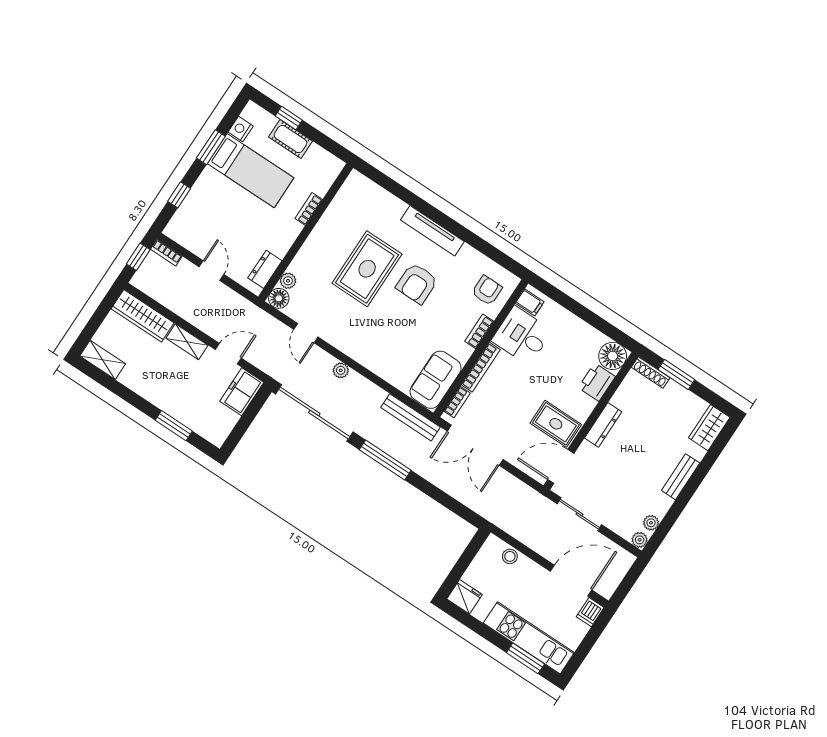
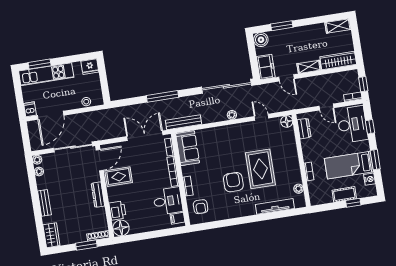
desk: (199, 218) -> (352, 124), added
tv unit: (432, 231) -> (275, 206), moved
plant: (288, 281) -> (299, 189), moved
door: (228, 354) -> (286, 78), hinge flipped
boiler: (216, 432) -> (261, 40), added
window: (385, 460) -> (163, 96), moved
sliding door: (579, 514) -> (73, 147), width x1.37

